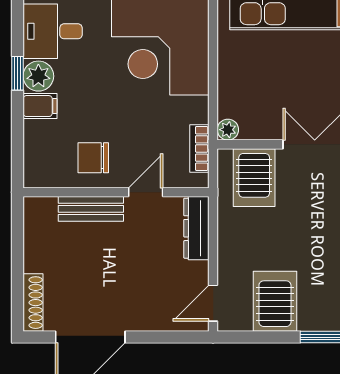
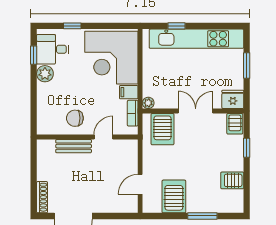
window: (18, 73) -> (34, 55), moved
filing cabinet: (40, 106) -> (129, 92), moved, turned 180
dresser: (196, 228) -> (131, 157), removed
door: (213, 303) -> (140, 184), moved

